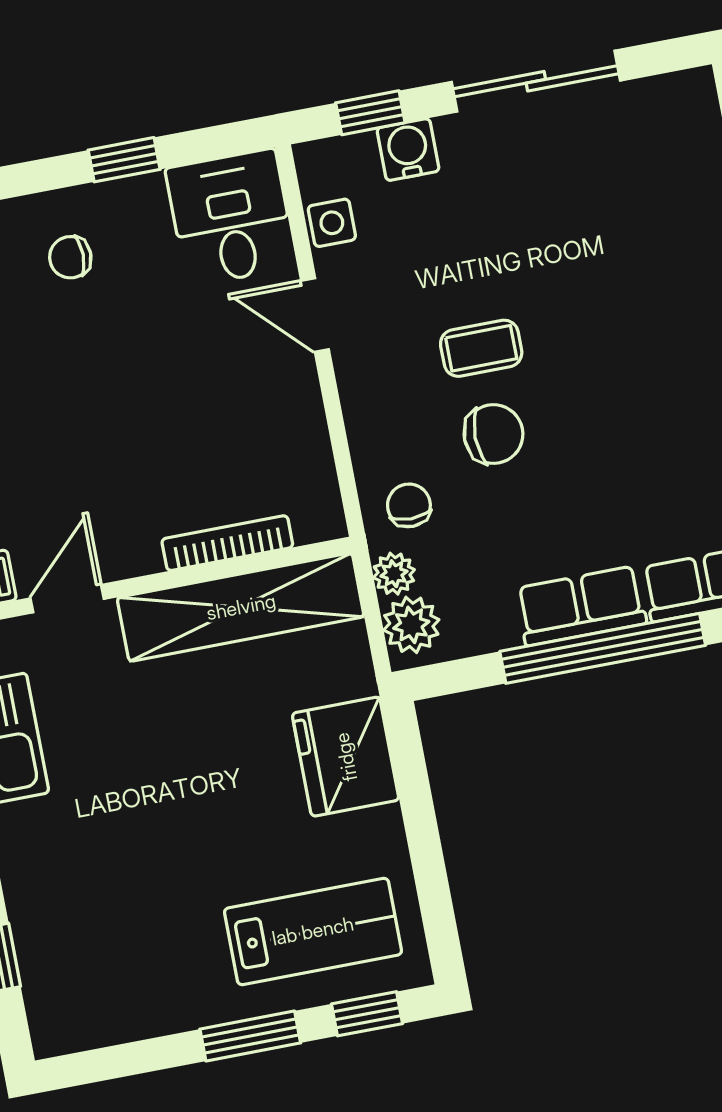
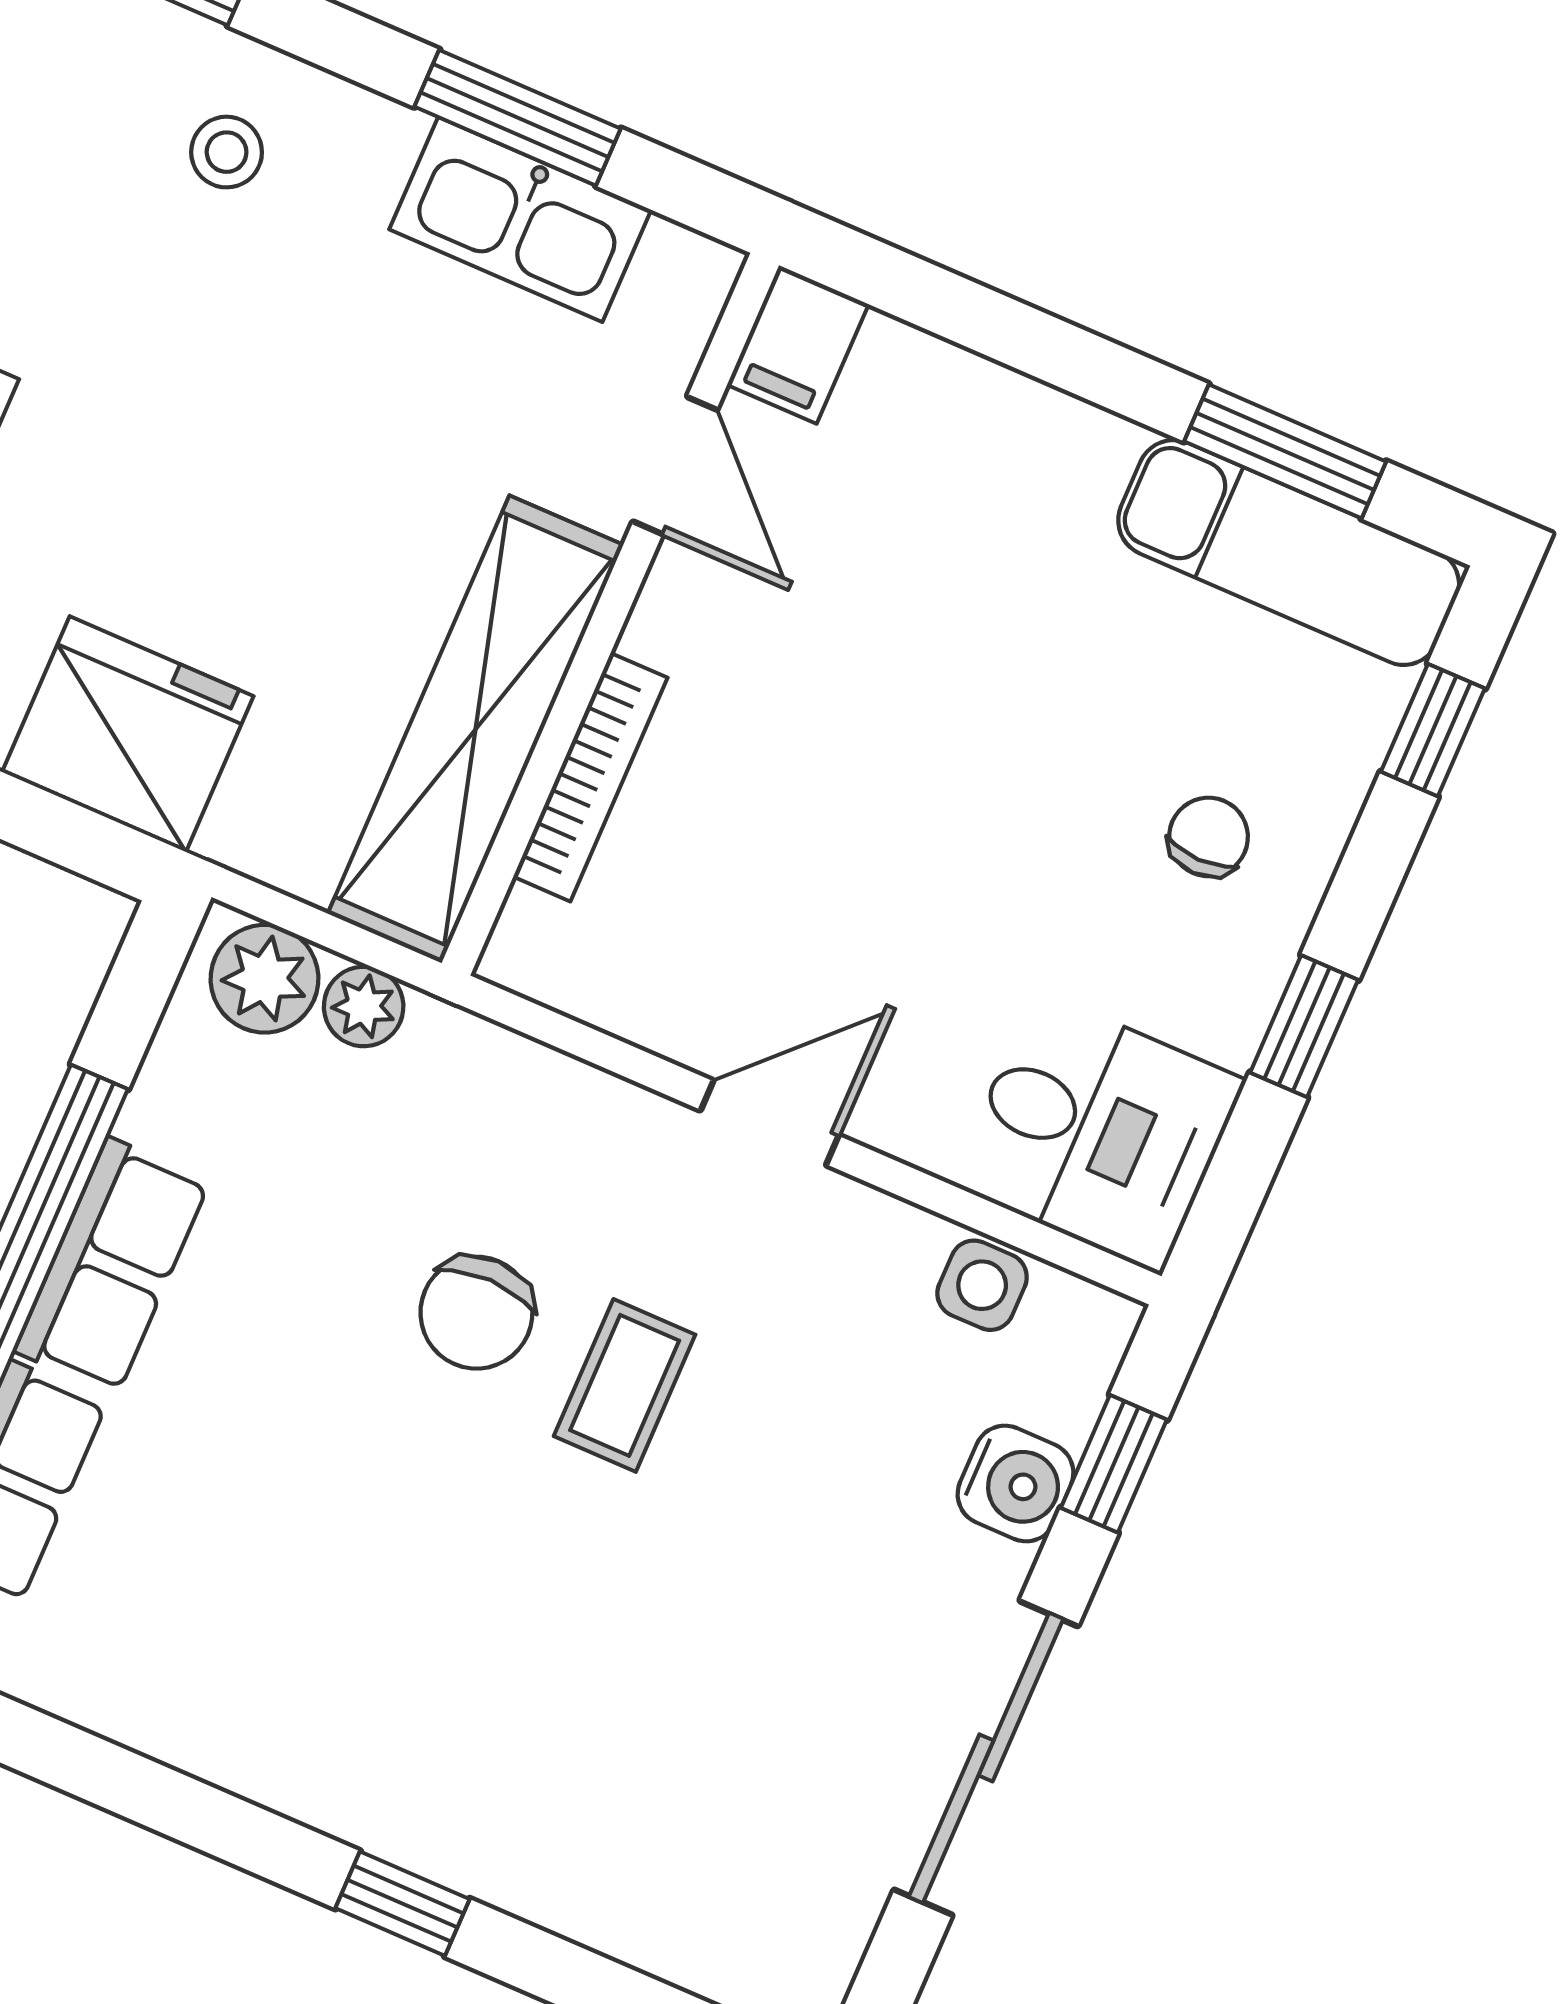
door: (315, 315) -> (770, 1123), moved
chair: (409, 505) -> (455, 1103), removed
stool: (64, 886) -> (227, 152), added

